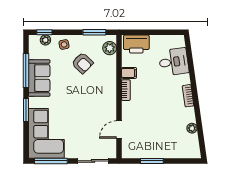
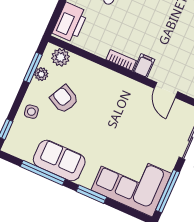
plant: (45, 40) -> (41, 74), moved
armchair: (82, 63) -> (64, 99), turned -107
filing cabinet: (129, 73) -> (144, 66), moved

